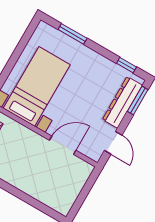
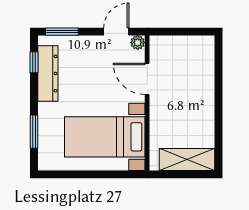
dresser: (122, 102) -> (48, 74), moved, turned -90
plant: (95, 154) -> (138, 42), added

